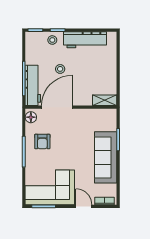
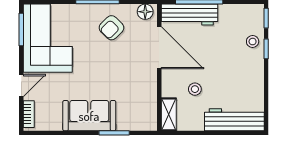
workbench: (85, 40) -> (234, 120), moved, turned 90
stool: (60, 69) -> (195, 89), moved
armchair: (42, 141) -> (111, 28), turned -45
sofa: (106, 157) -> (89, 116), width x0.73

